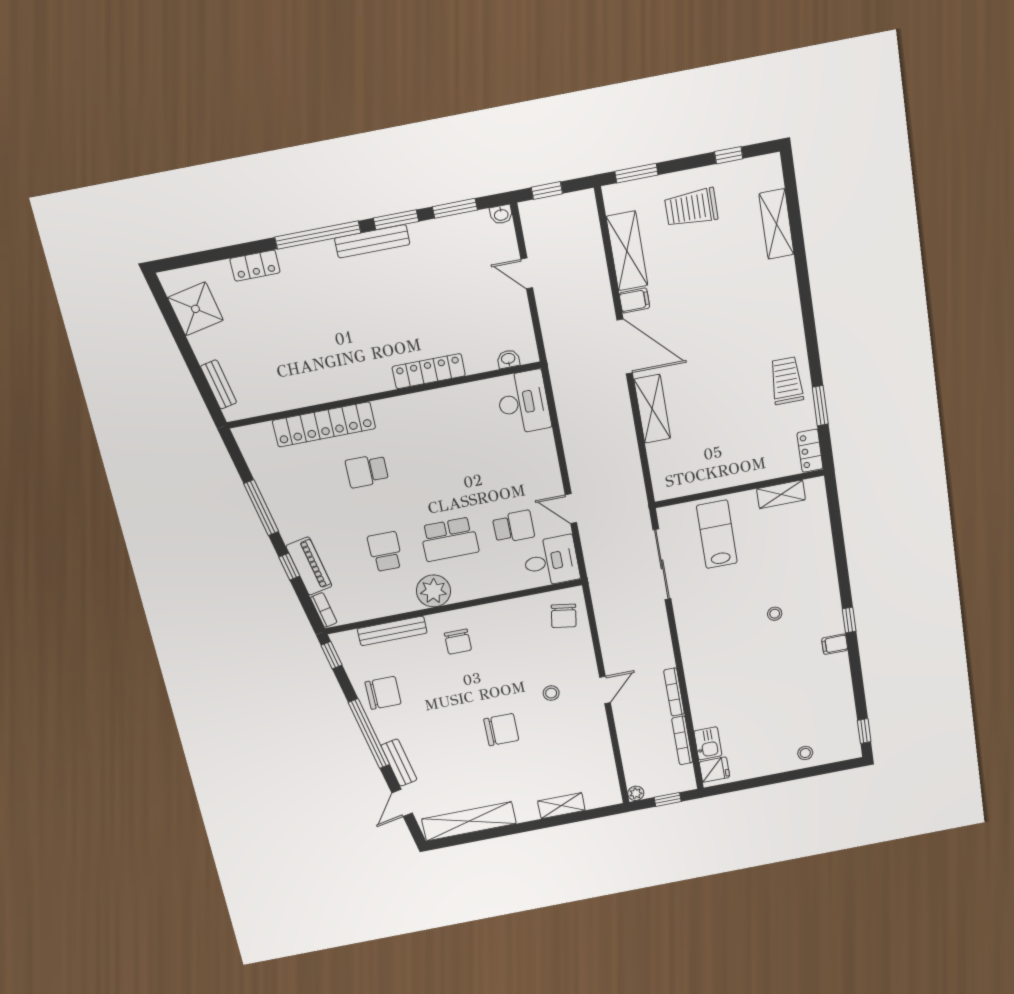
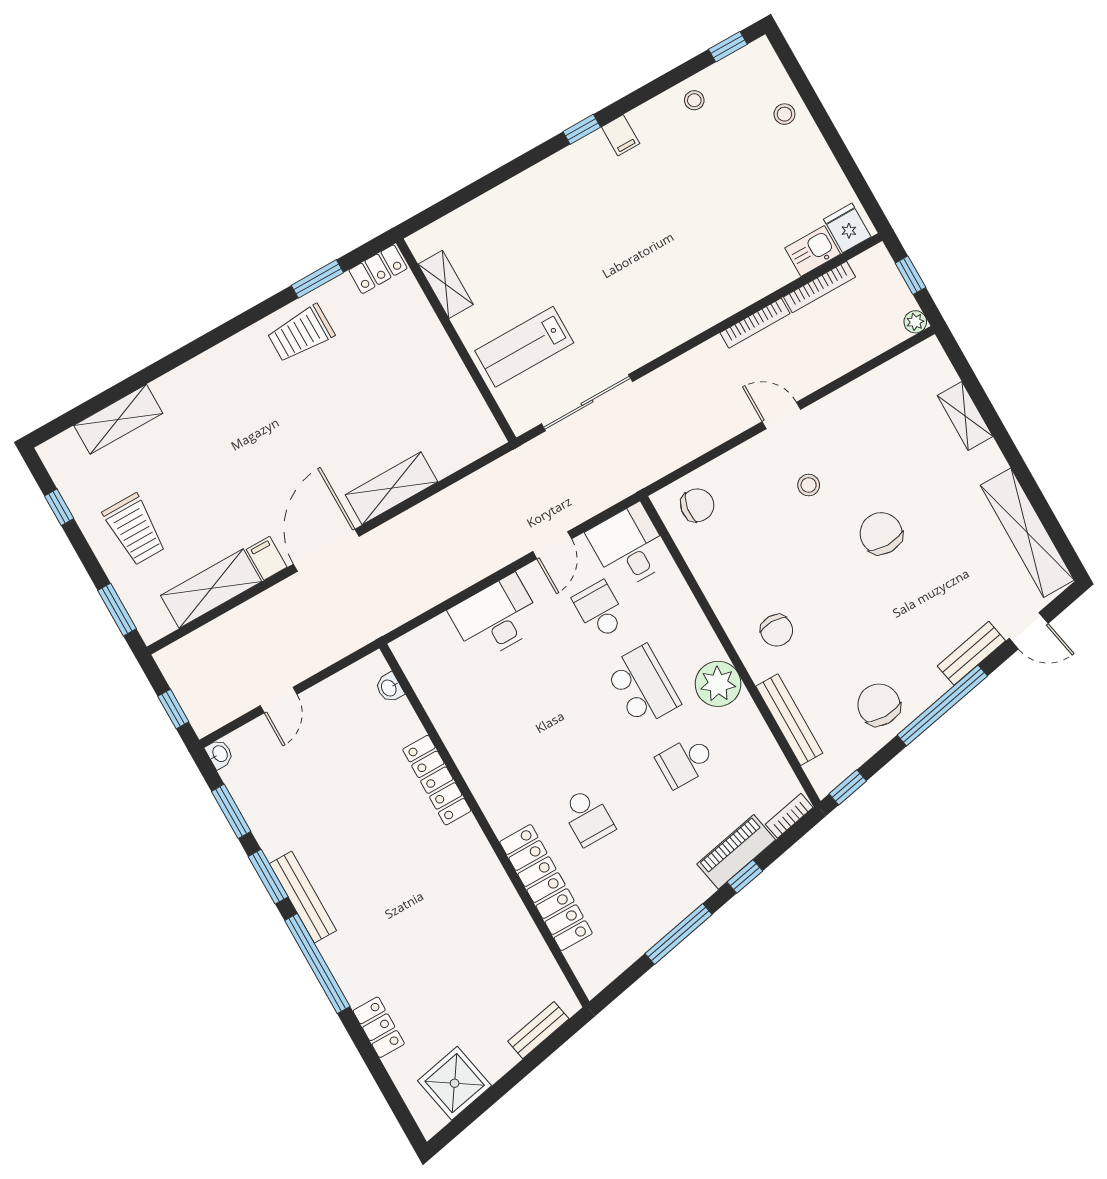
desk: (523, 402) -> (496, 618), moved
stool: (775, 614) -> (694, 100), moved
chair: (458, 642) -> (777, 630), turned 90

